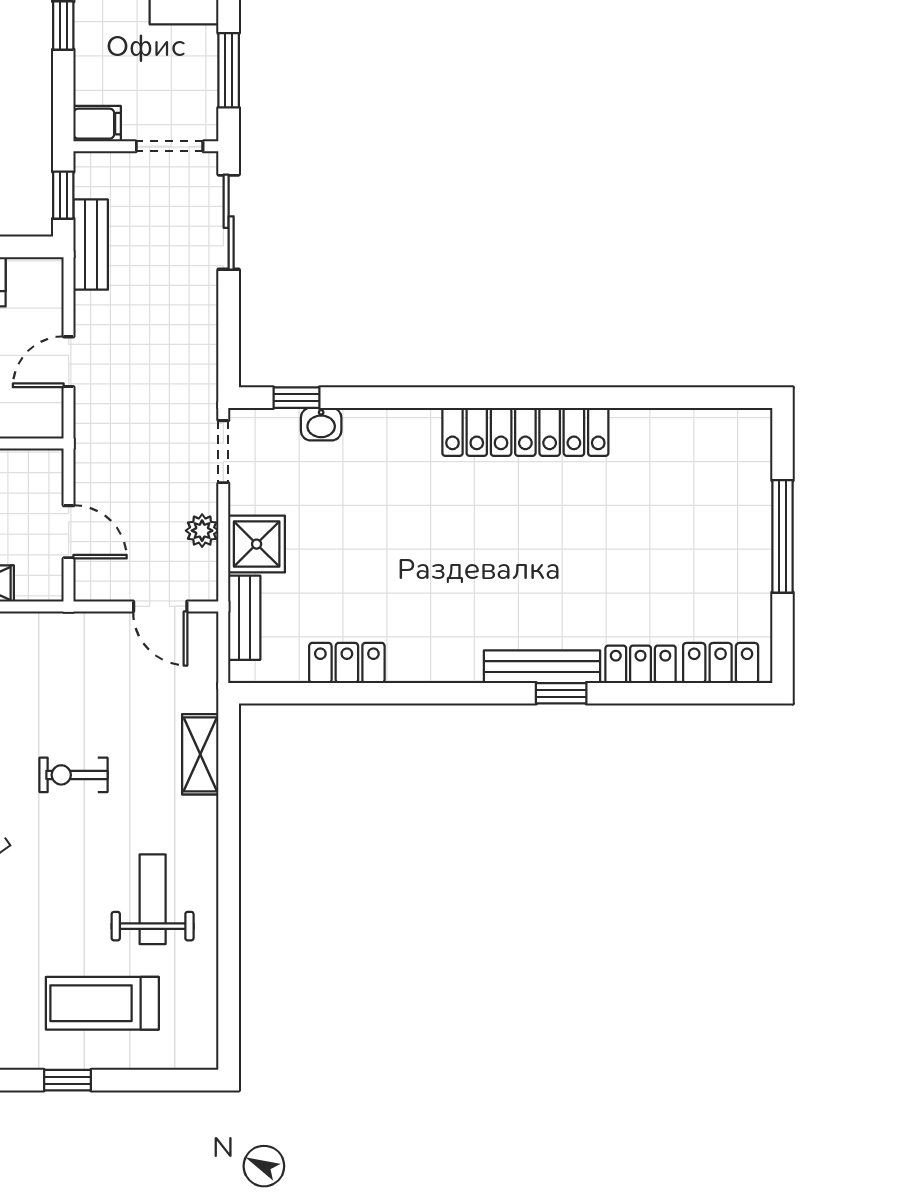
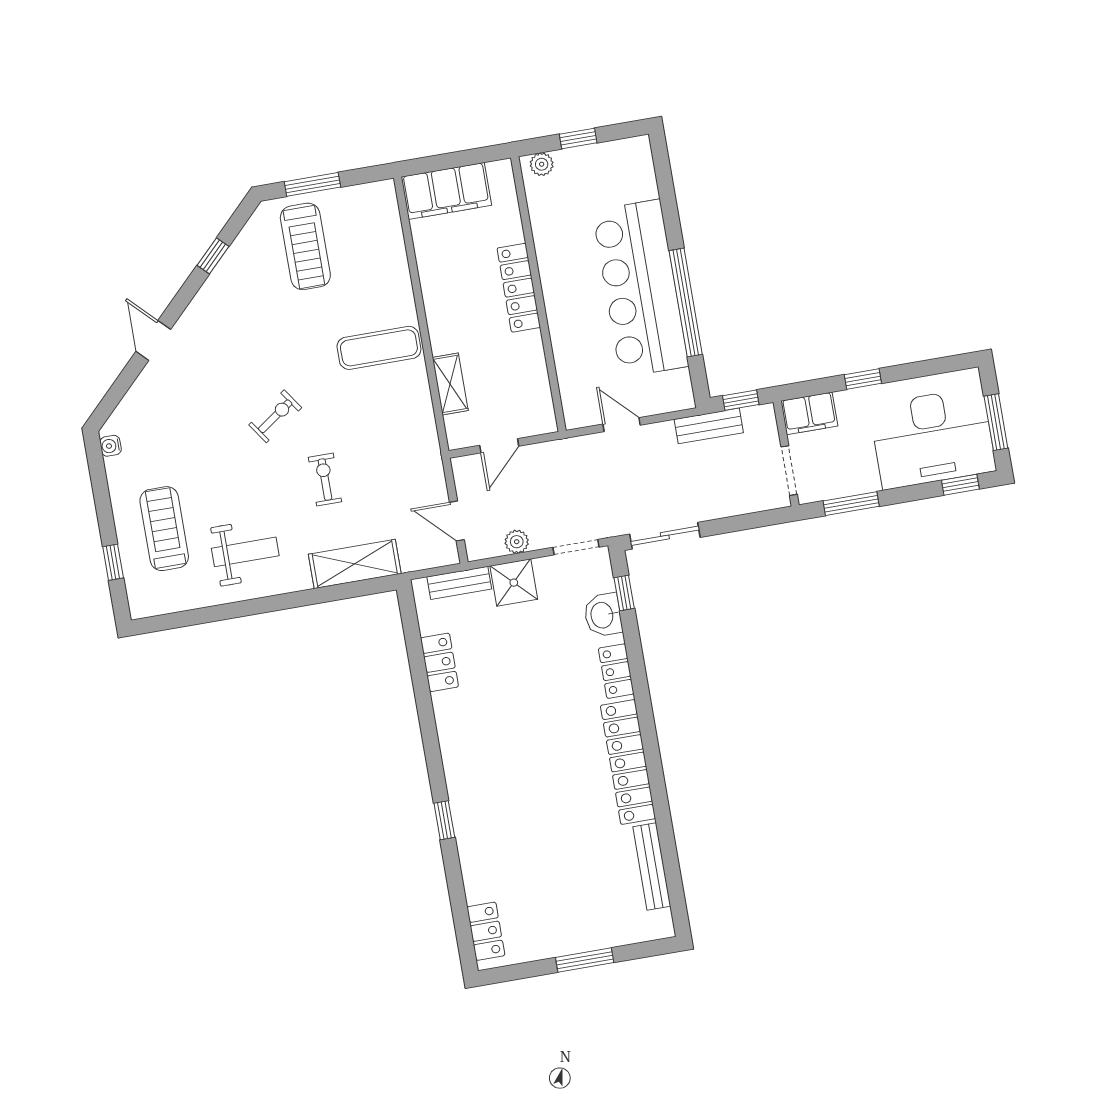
filing cabinet: (97, 124) -> (809, 413), width x2.00
sliding door: (229, 222) -> (665, 536), moved
washbasin: (321, 424) -> (603, 615), width x1.38, depth x1.45
window: (782, 536) -> (585, 960), width x0.69
door: (160, 606) -> (457, 521), hinge flipped
locker: (641, 664) -> (616, 671), moved, turned 180
bench: (542, 667) -> (652, 866), moved
shelving: (200, 754) -> (355, 564), width x1.50, depth x1.33
window: (67, 1080) -> (113, 562), moved

